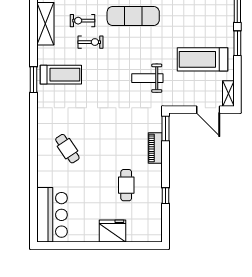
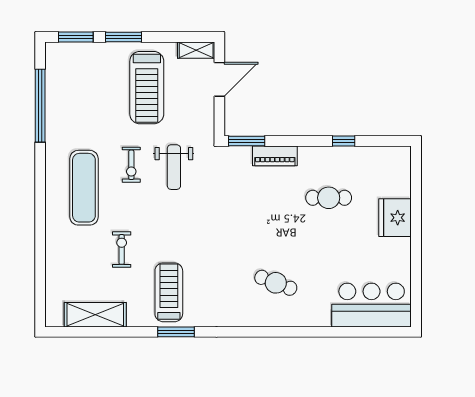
exercise bike: (83, 21) -> (131, 165), moved
cafe table: (67, 149) -> (276, 283), turned 55

